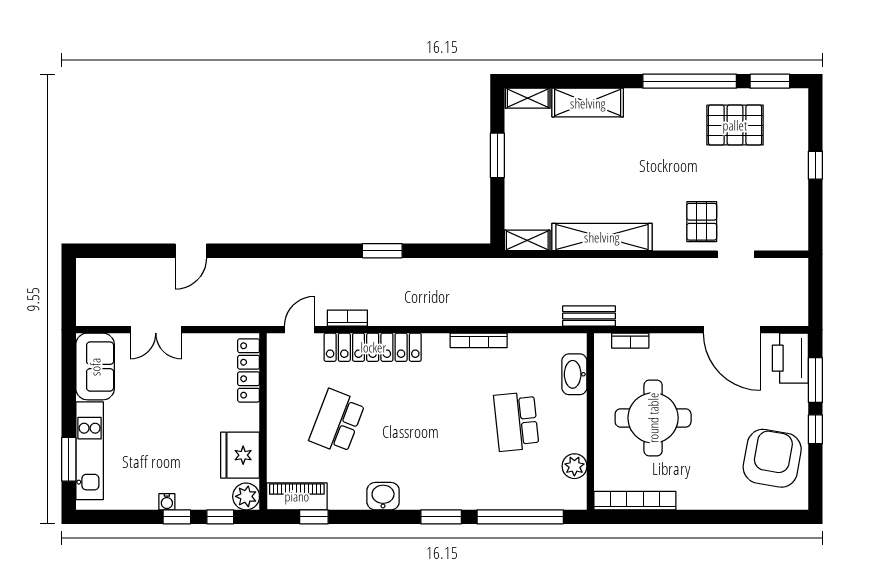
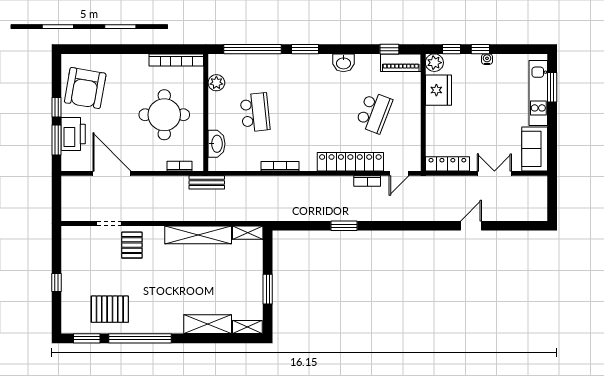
printer: (790, 358) -> (73, 134), moved
locker: (249, 370) -> (447, 164), moved, turned -90

